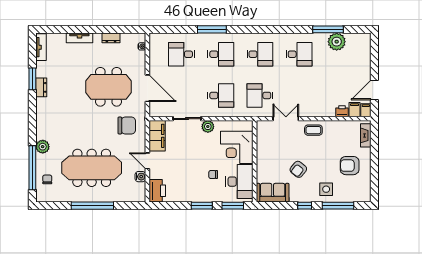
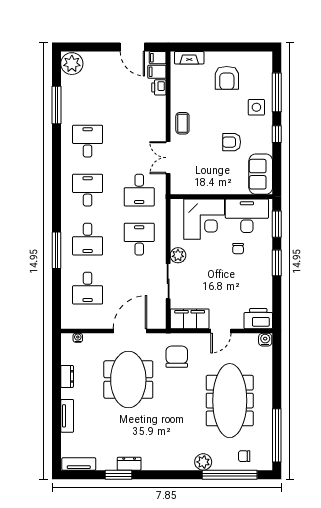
plant: (337, 42) -> (72, 64), moved
desk: (221, 54) -> (88, 239), turned 180
armchair: (298, 169) -> (232, 142), turned 141
water cooler: (140, 177) -> (265, 340), moved
window: (92, 206) -> (277, 435), moved

